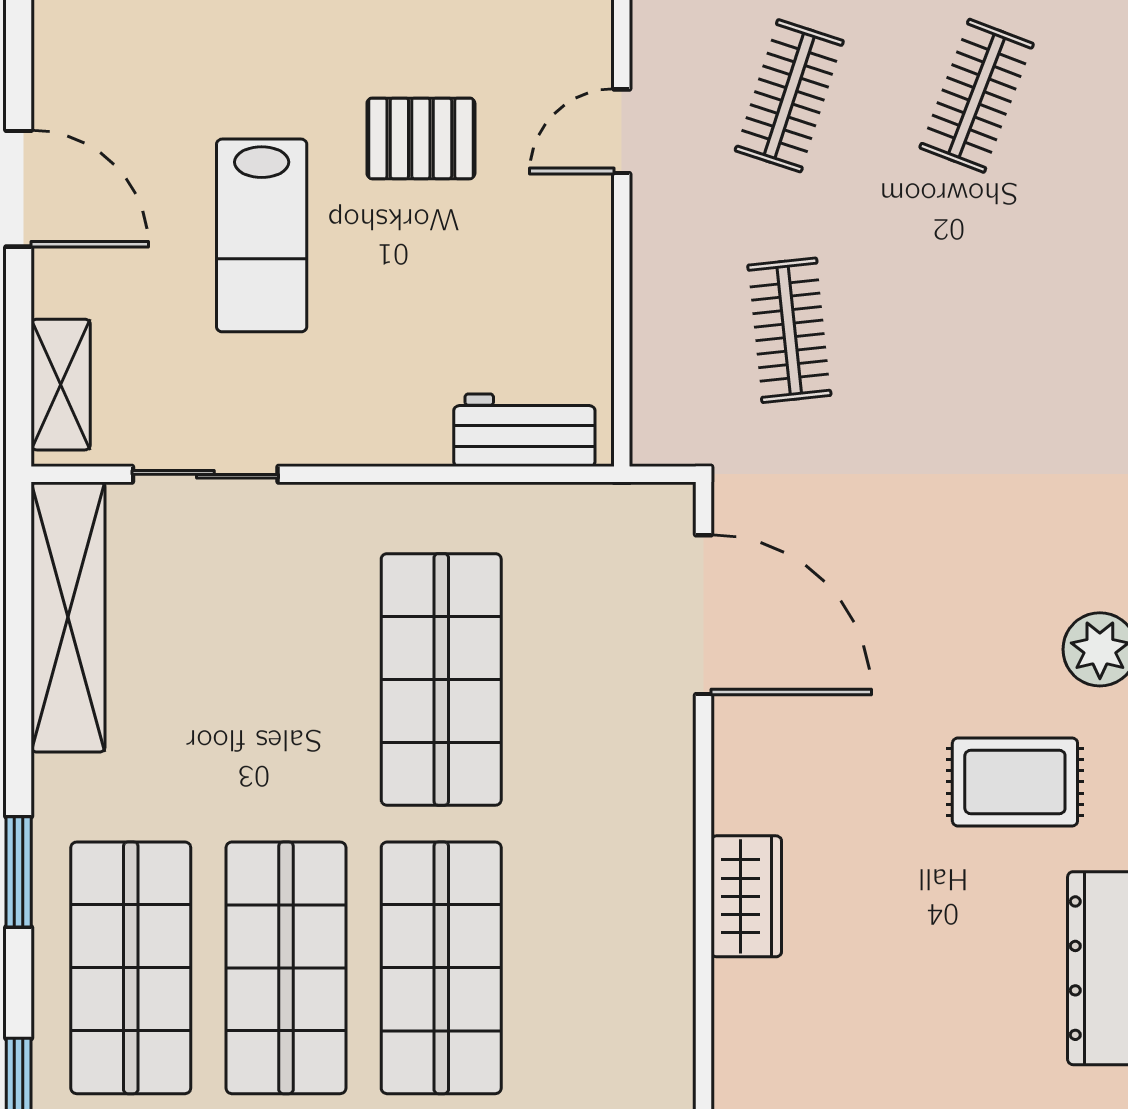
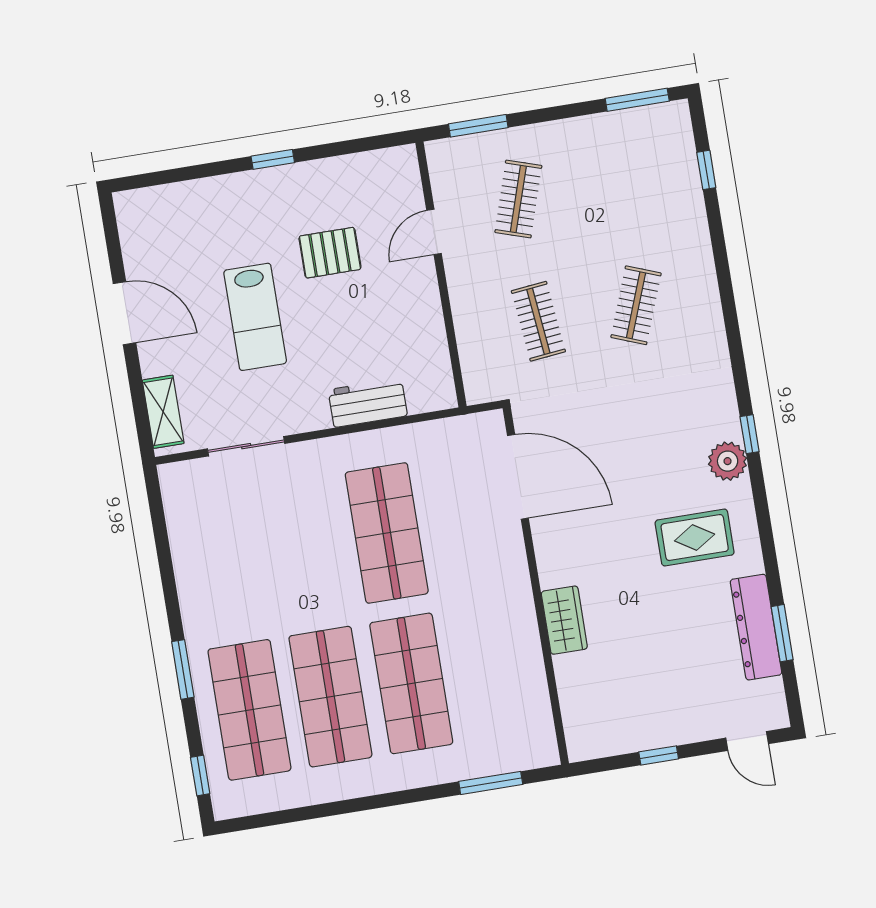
clothes rail: (977, 96) -> (636, 305), moved
workbench: (524, 430) -> (368, 403), moved
shelving: (68, 617) -> (187, 532), removed

